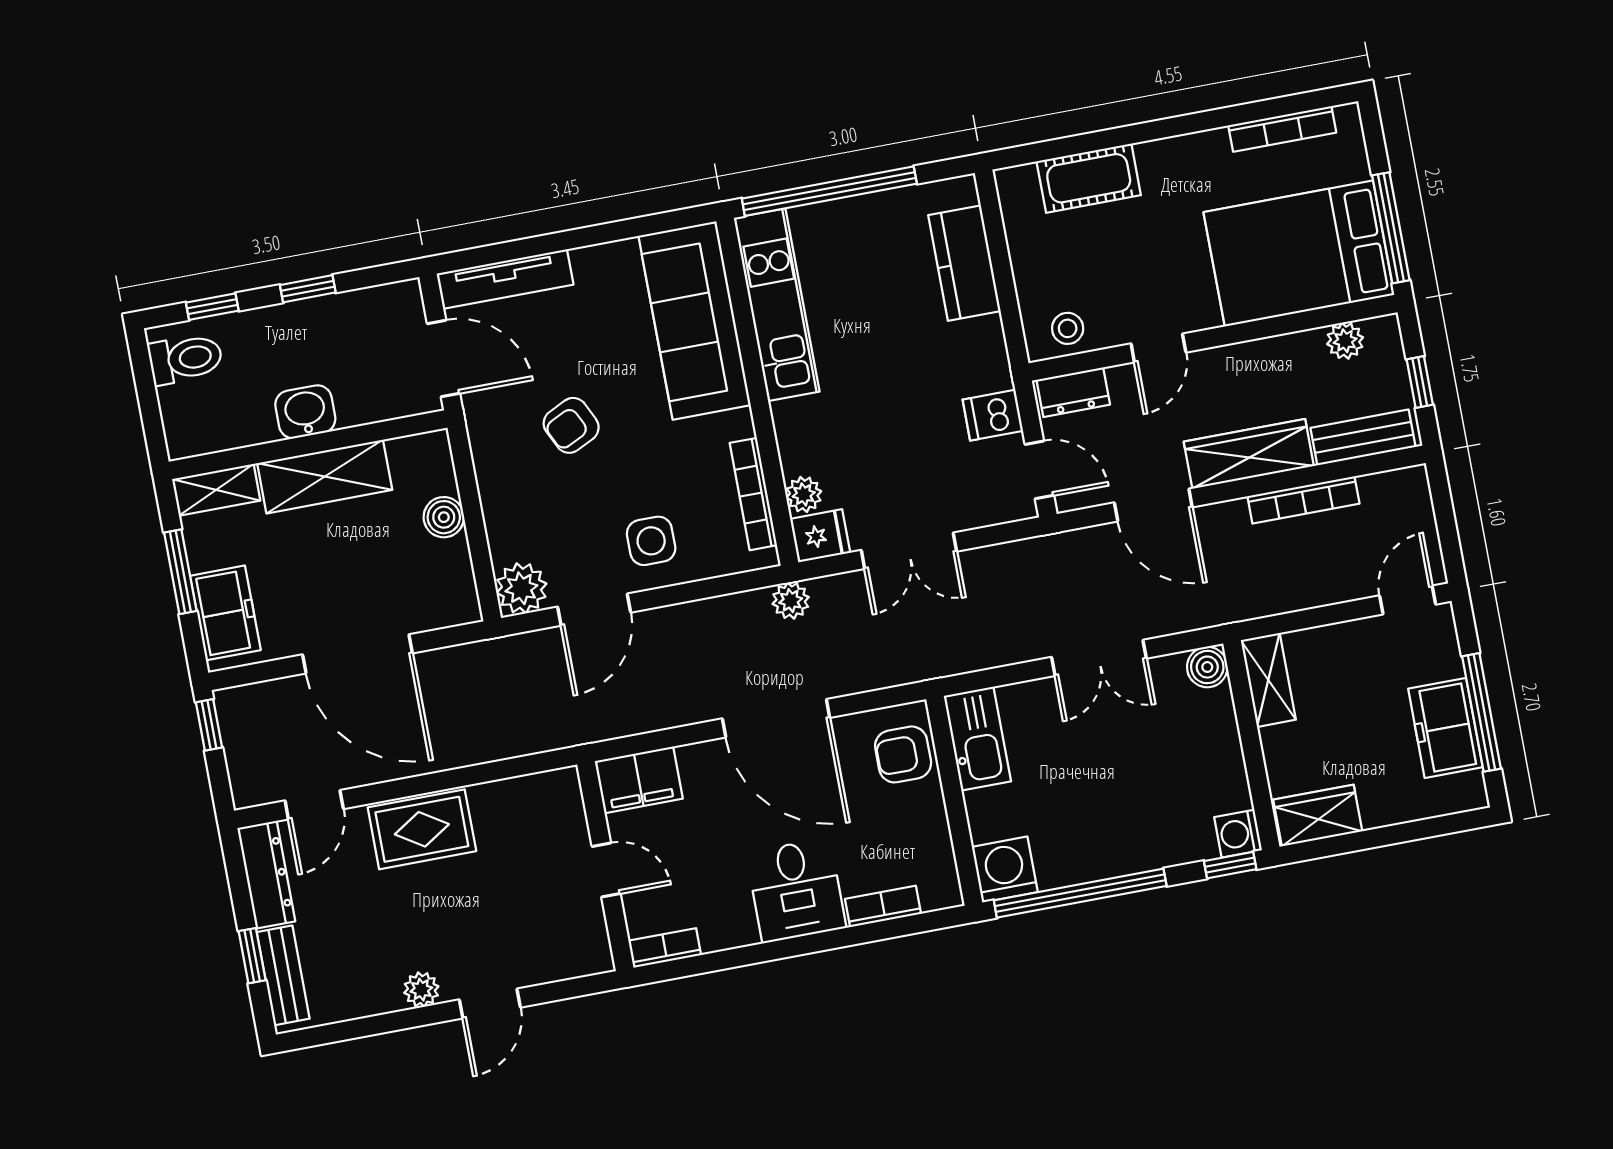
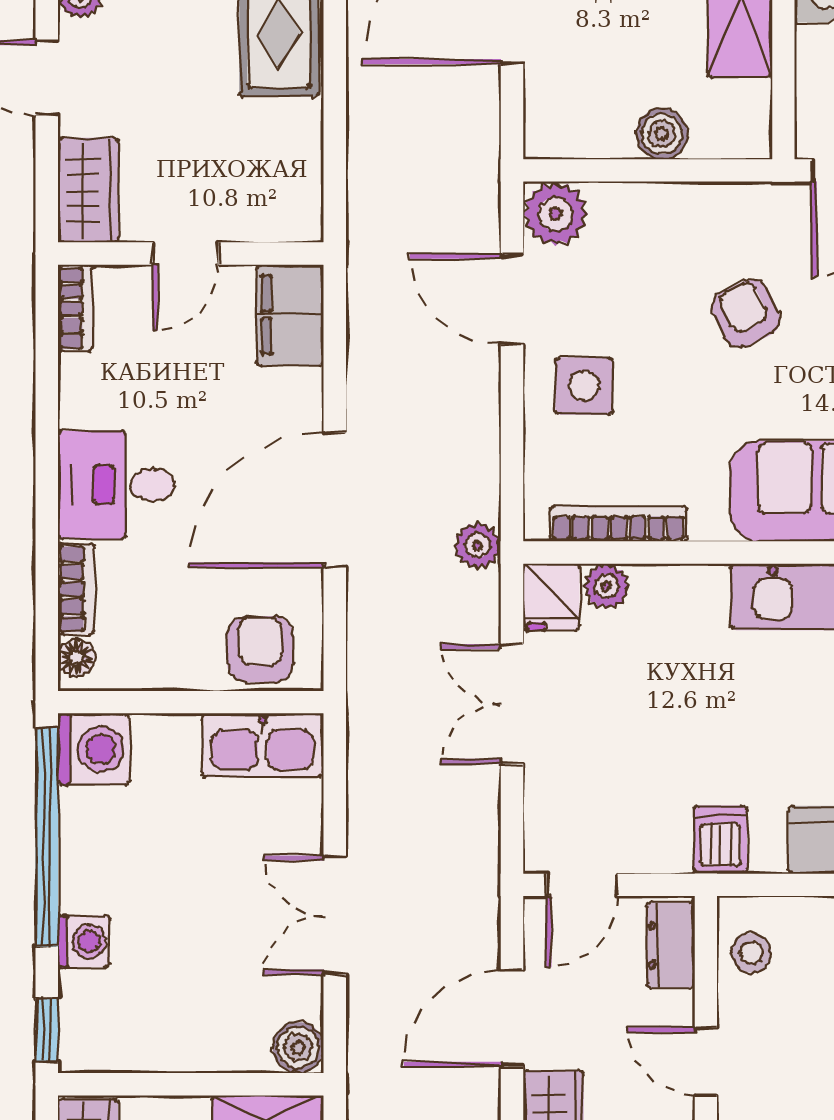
dishwasher: (993, 415) -> (720, 840), moved
washing machine: (1238, 834) -> (84, 941), moved, turned 90
floor lamp: (936, 896) -> (76, 658), added
wardrobe: (571, 955) -> (88, 190), added

